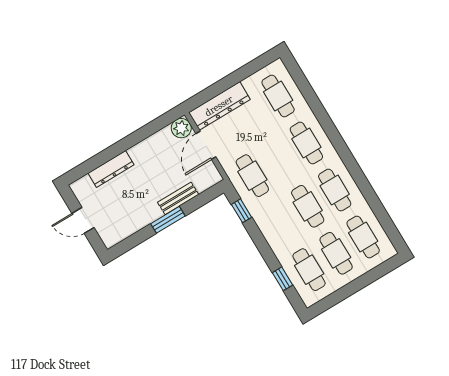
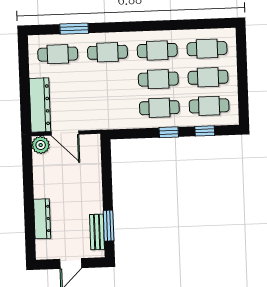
window: (311, 98) -> (74, 29), added
cafe table: (252, 176) -> (159, 108), moved
bench: (178, 198) -> (97, 232), moved
window: (242, 211) -> (169, 132), moved
window: (168, 220) -> (109, 226), moved

